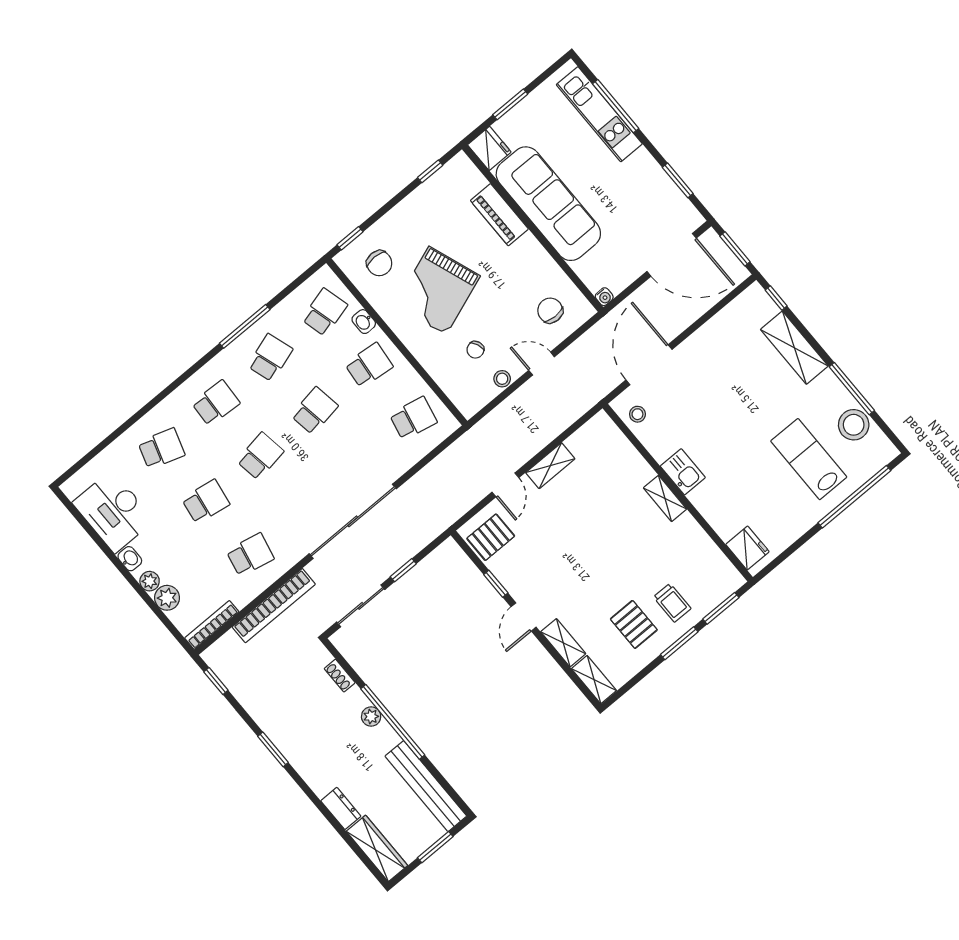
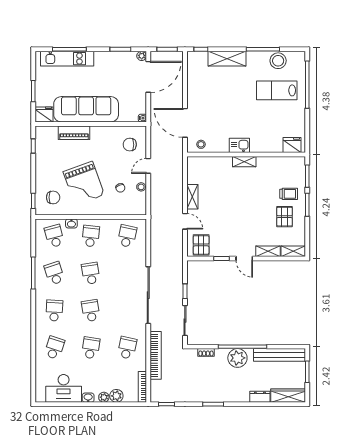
plant: (694, 220) -> (142, 56), added
pallet: (634, 624) -> (285, 217), turned 90
plant: (371, 716) -> (237, 358), width x1.88, depth x1.88

